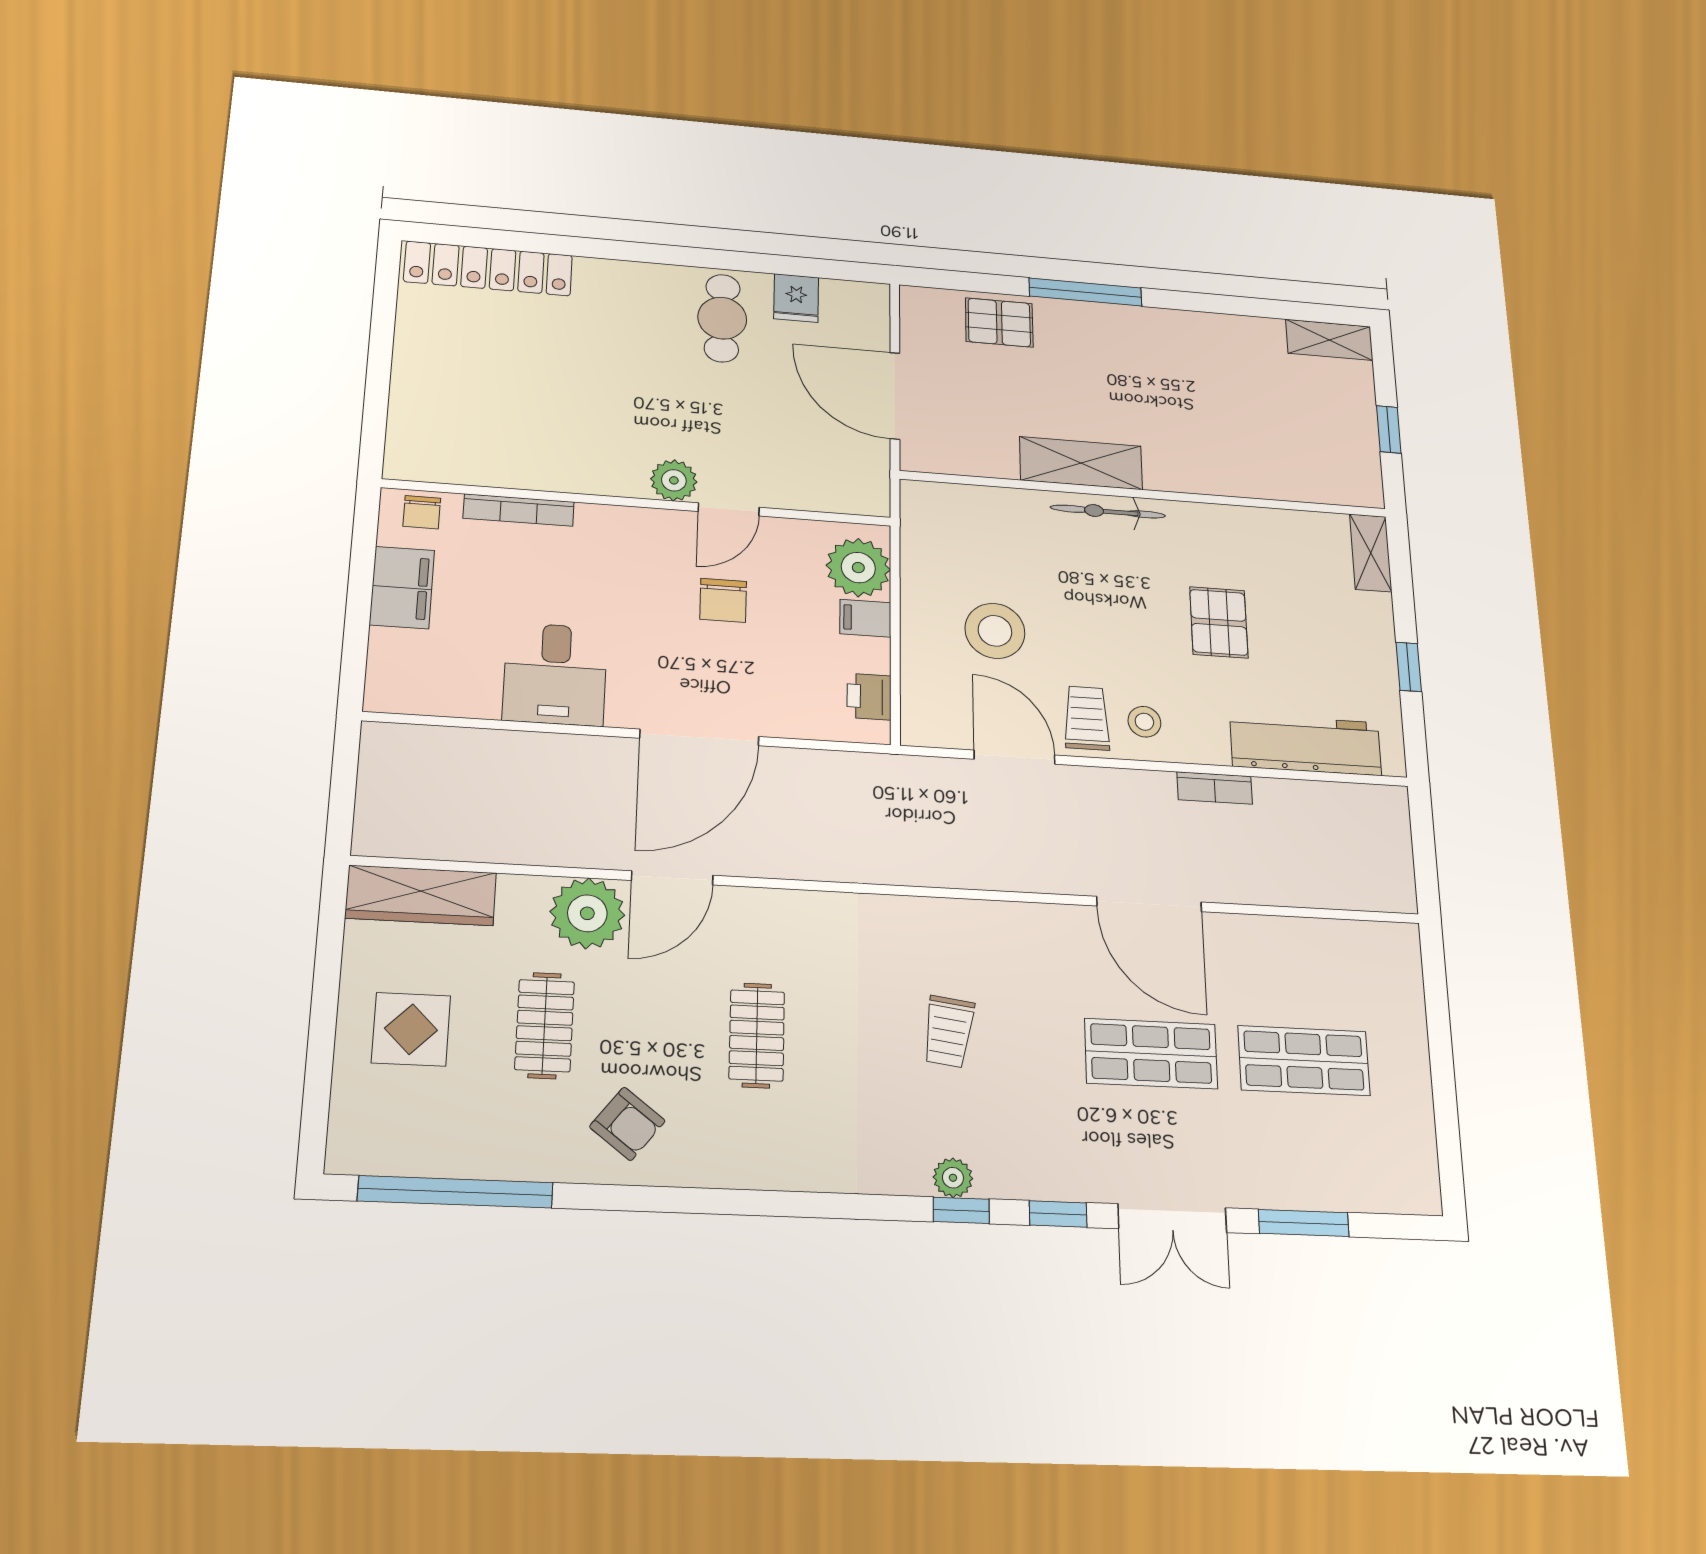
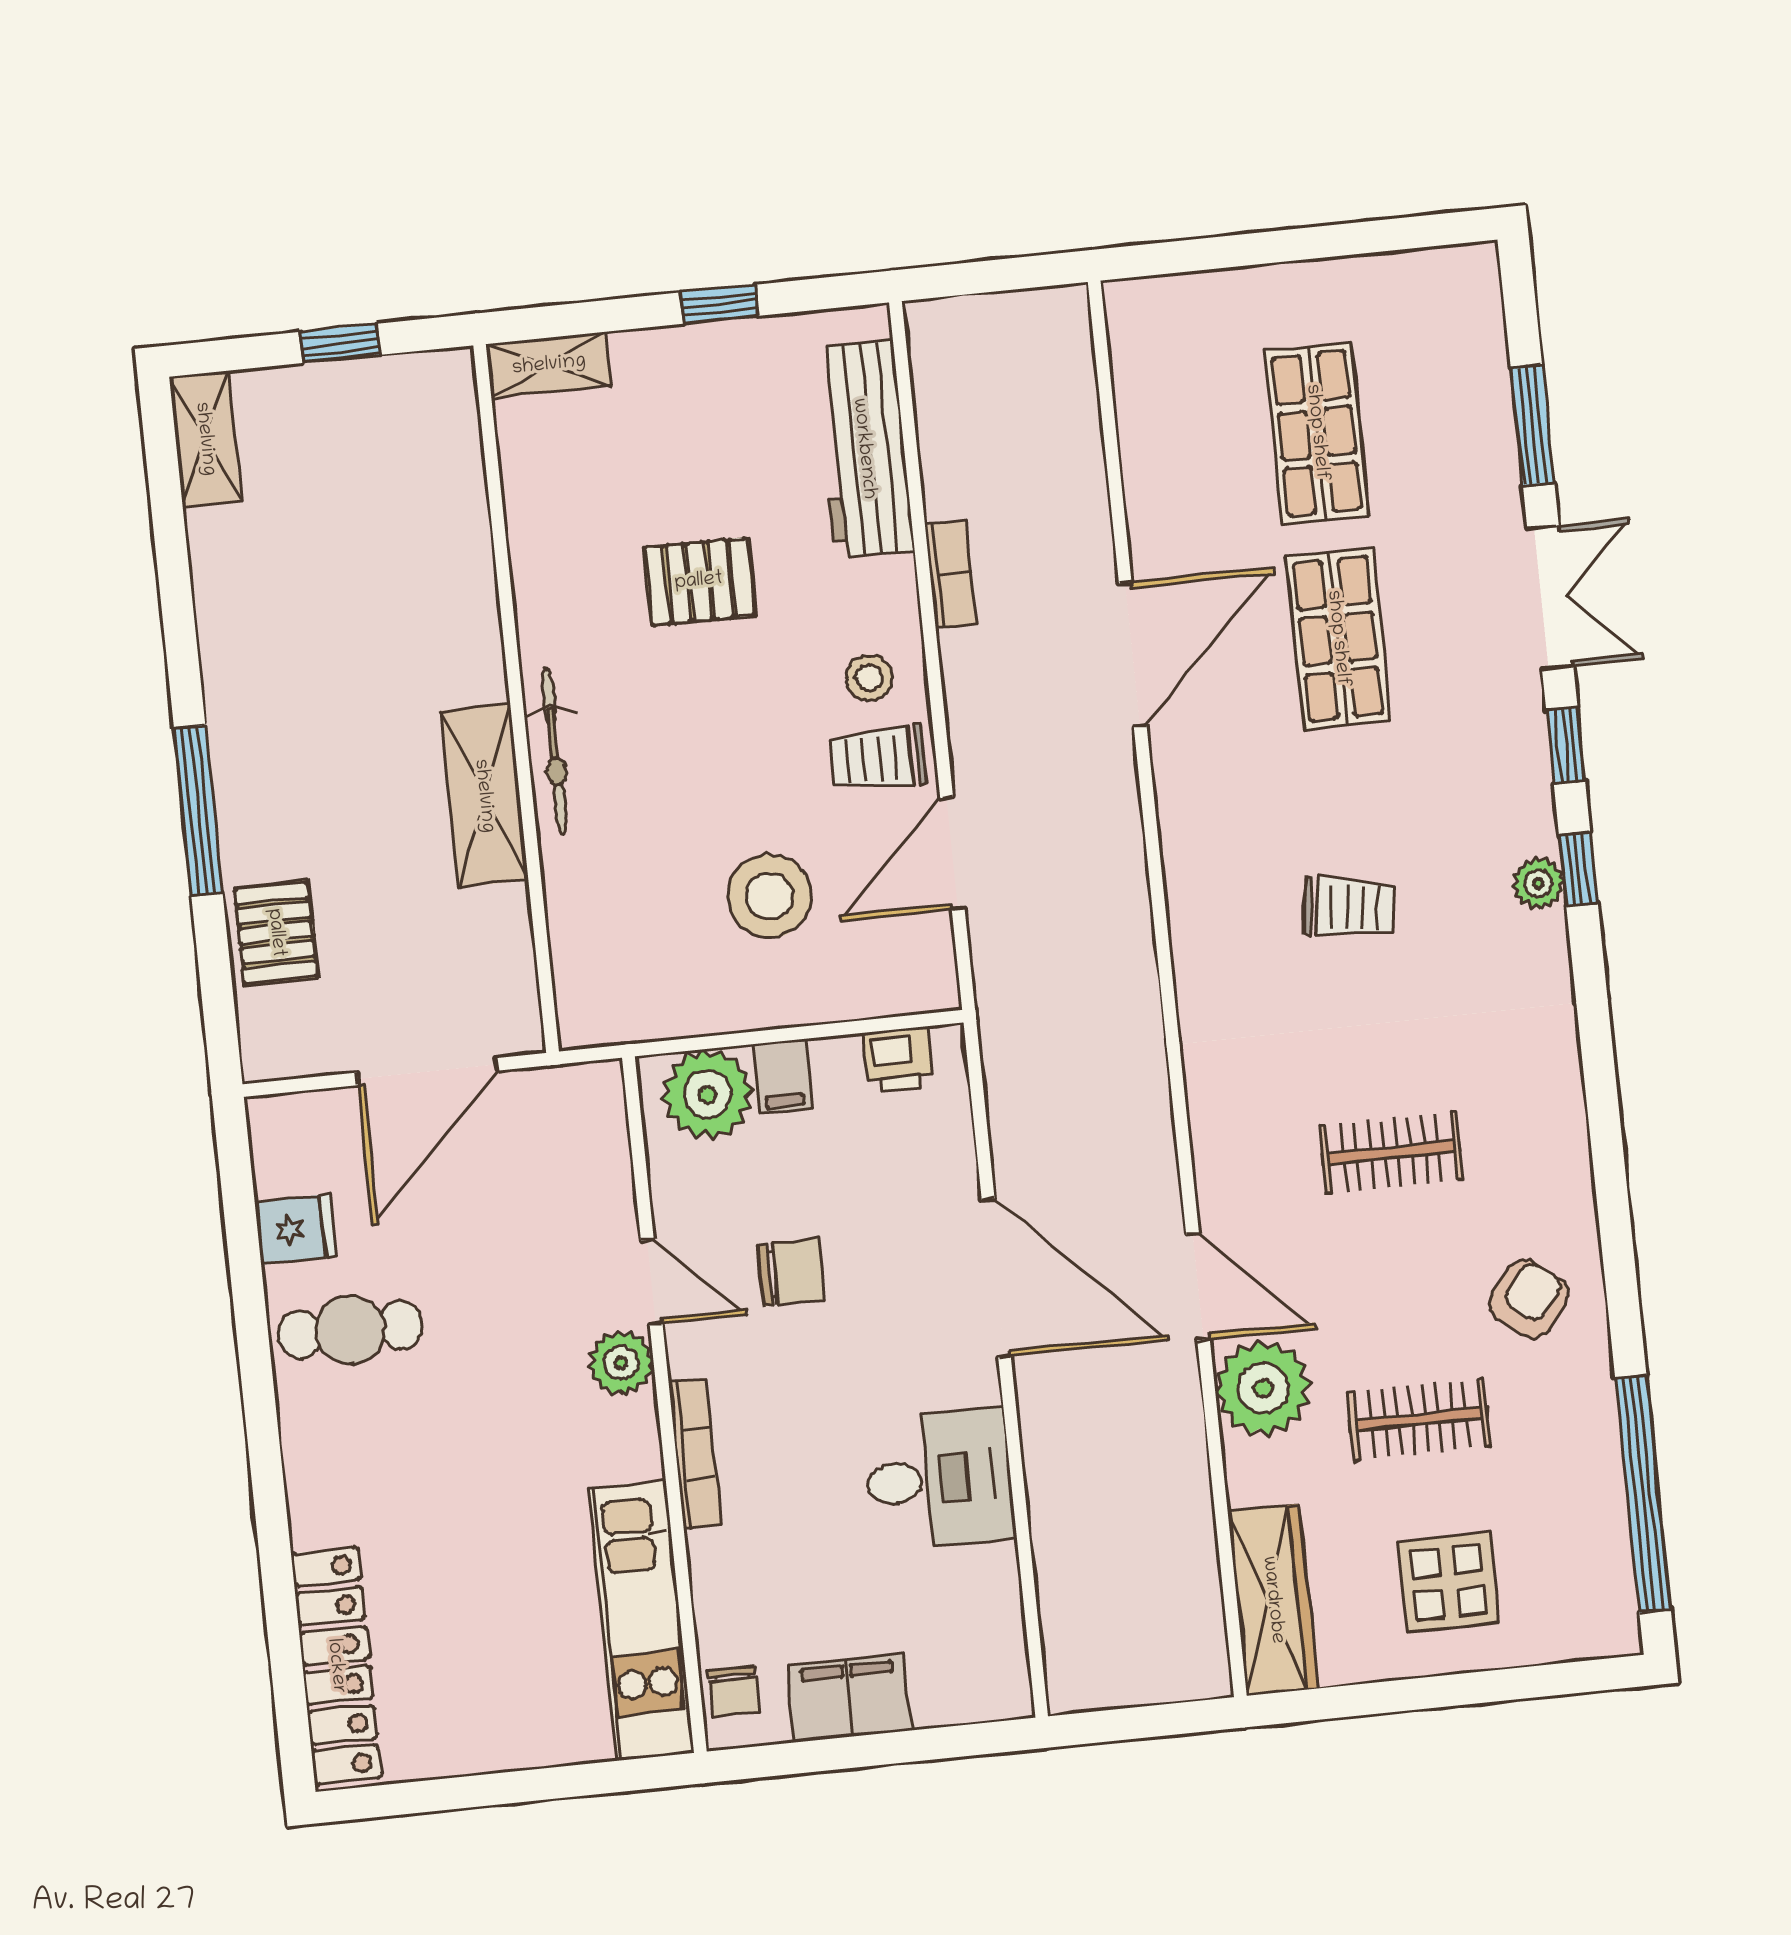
kitchen unit: (485, 462) -> (641, 1620), added
bookcase: (519, 510) -> (695, 1454), moved
chair: (422, 512) -> (734, 1691), turned 90

